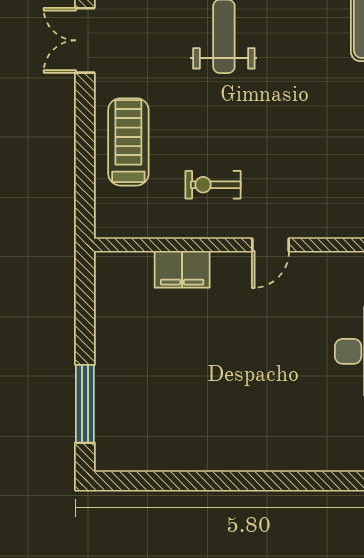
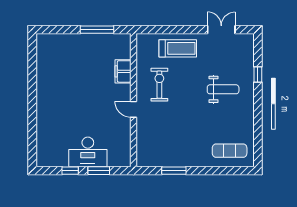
exercise bike: (213, 185) -> (159, 85), width x1.38, depth x1.39
window: (85, 404) -> (97, 30), moved

